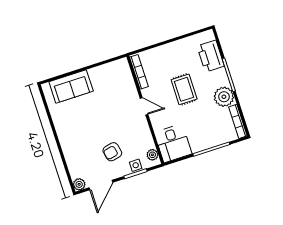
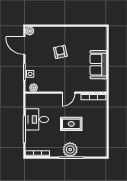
printer: (211, 56) -> (88, 150), removed
sofa: (71, 86) -> (98, 65), moved
plant: (224, 97) -> (70, 150), moved
desk: (173, 143) -> (37, 119), moved
armchair: (112, 152) -> (60, 52), moved

